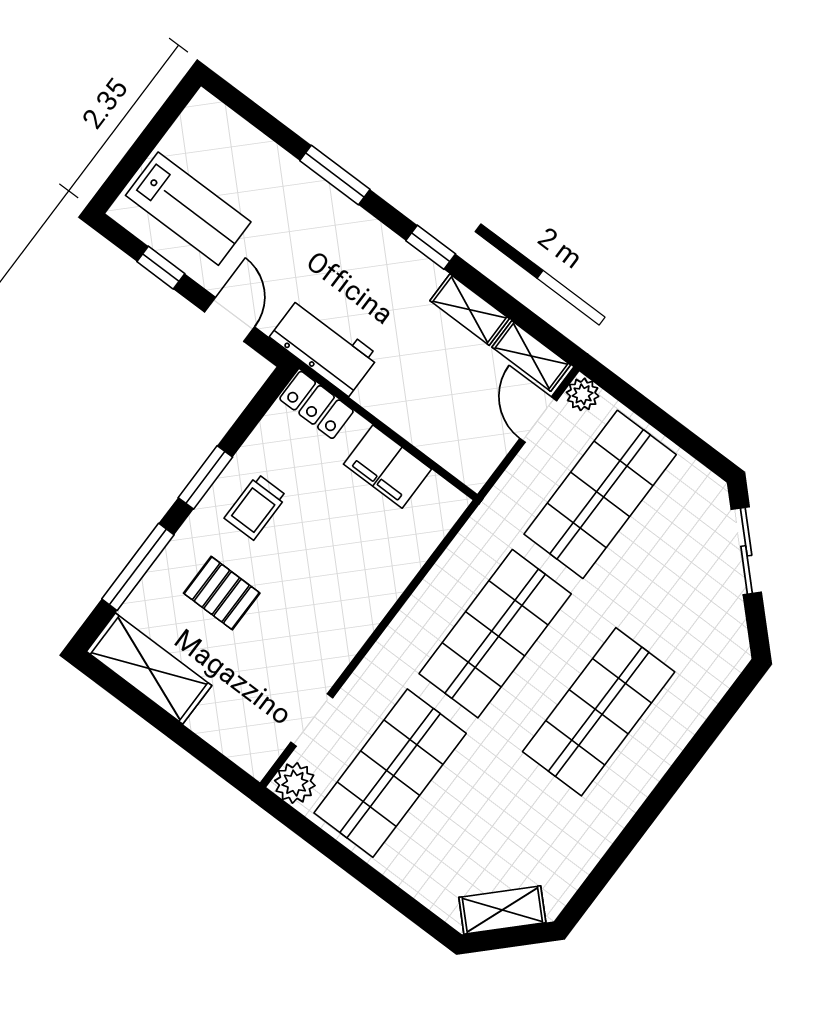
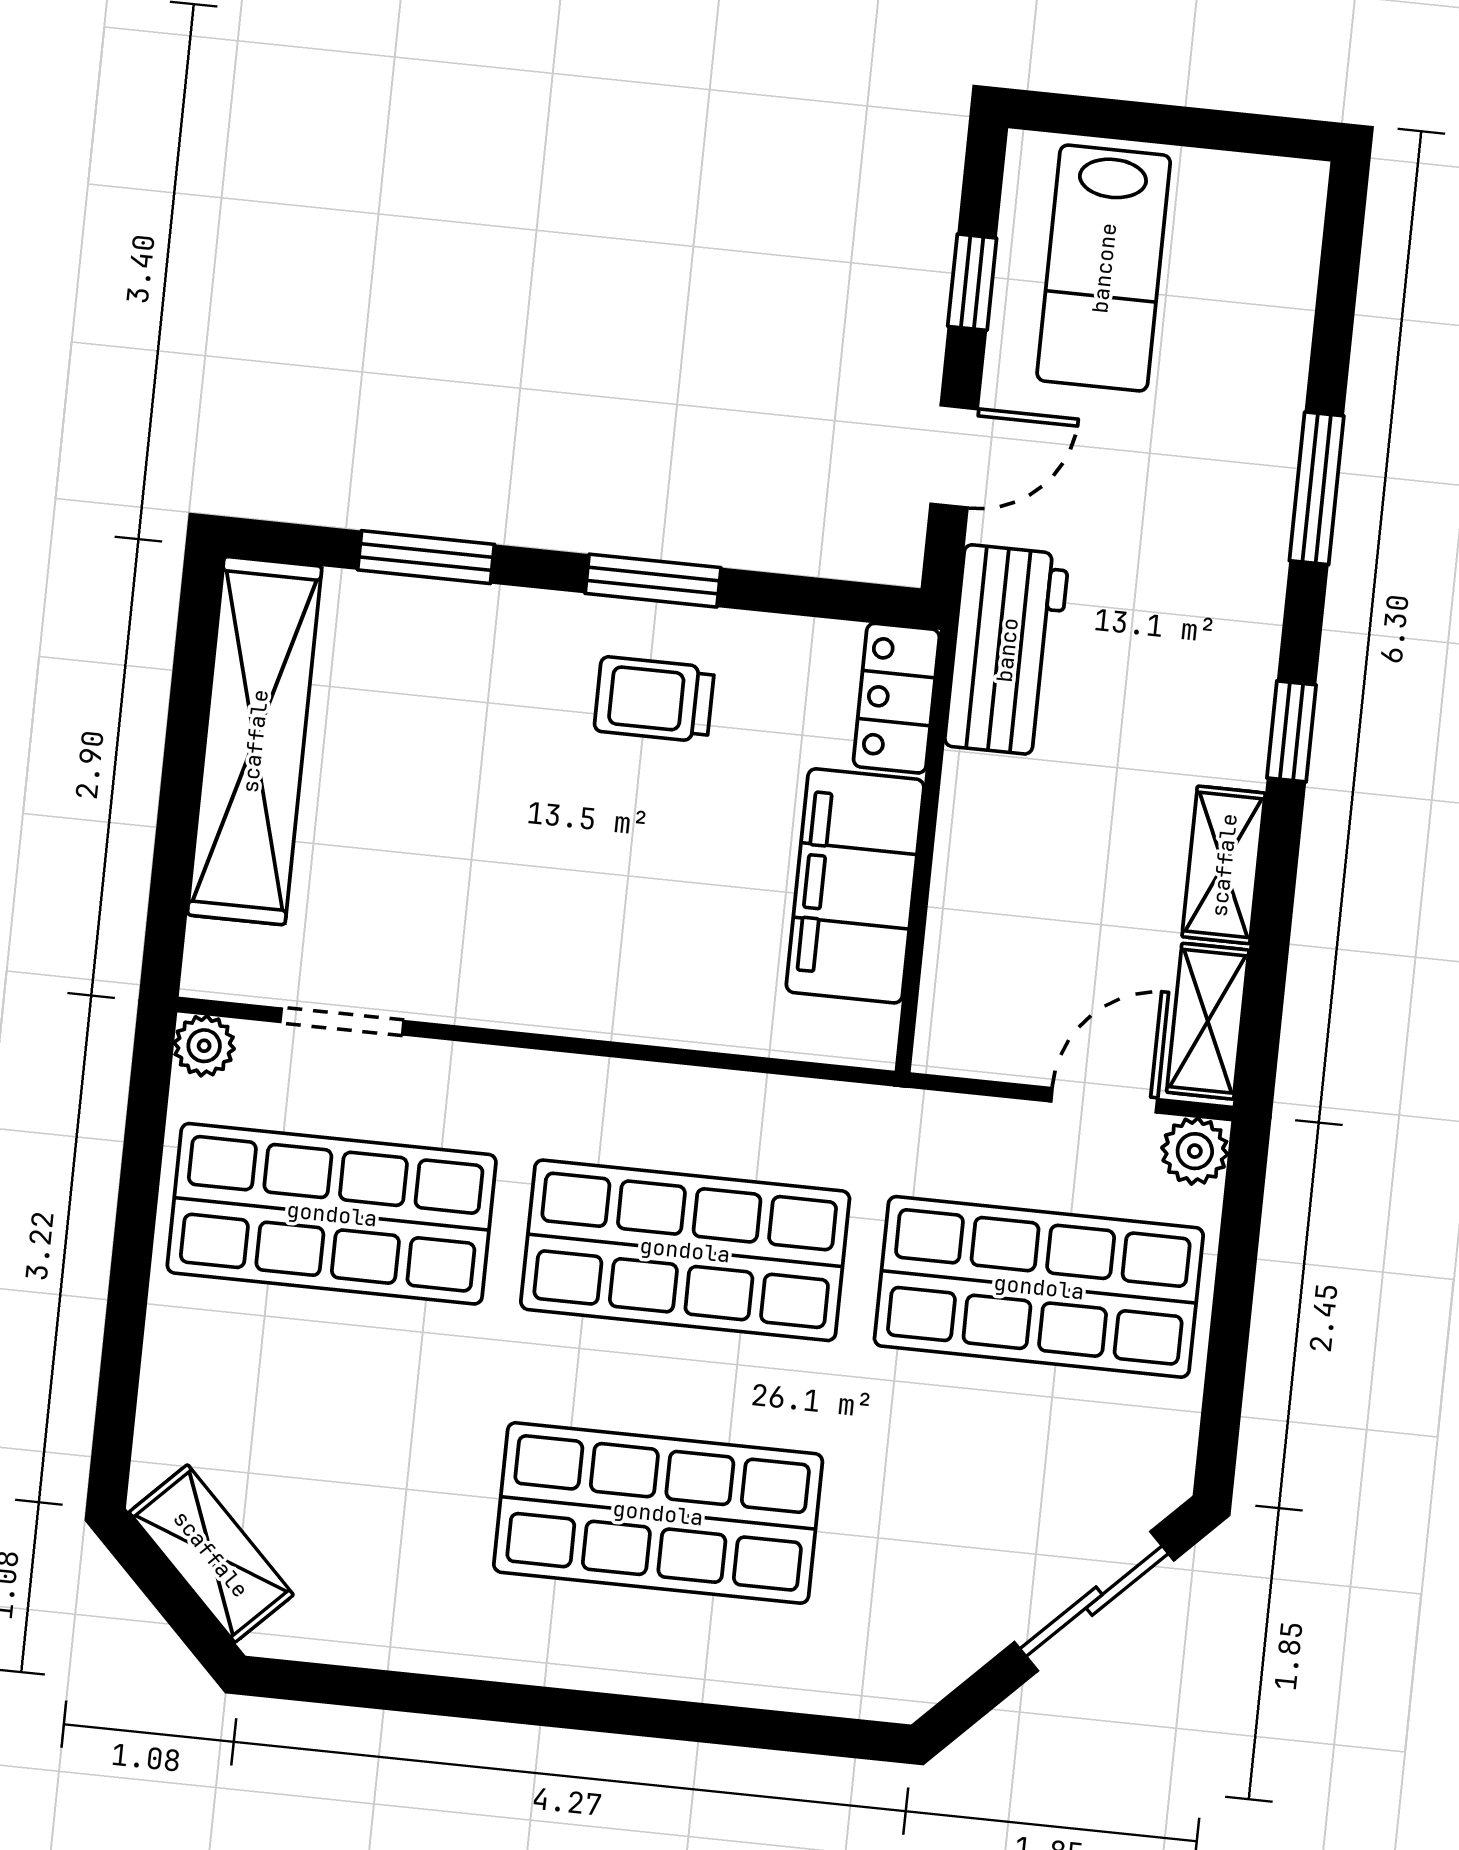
filing cabinet: (387, 467) -> (855, 886), width x1.50, depth x1.17
window: (138, 567) -> (426, 557), width x0.69
pallet: (222, 593) -> (468, 731), removed
shelving: (149, 669) -> (255, 741), width x1.47
plant: (295, 783) -> (204, 1046), width x0.73, depth x0.73

